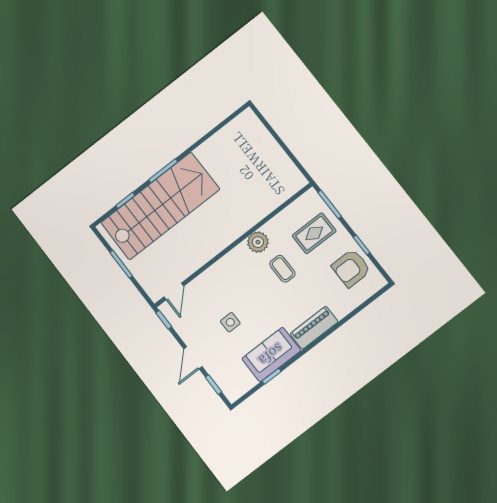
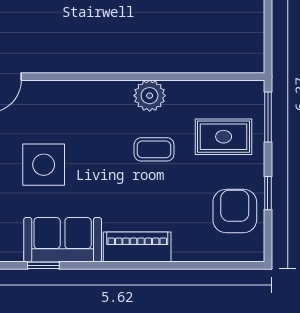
armchair: (351, 268) -> (235, 211), turned 90
coffee table: (282, 269) -> (154, 149), turned 90
side table: (230, 322) -> (44, 165), width x1.87, depth x1.87

